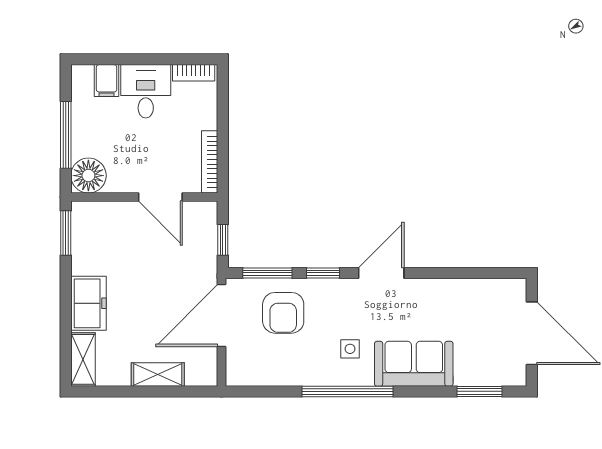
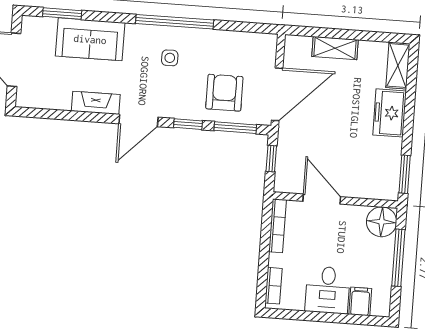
bookcase: (194, 73) -> (274, 286), moved, turned 90
fireplace: (433, 290) -> (96, 103), added
sofa: (414, 364) -> (90, 39), moved

